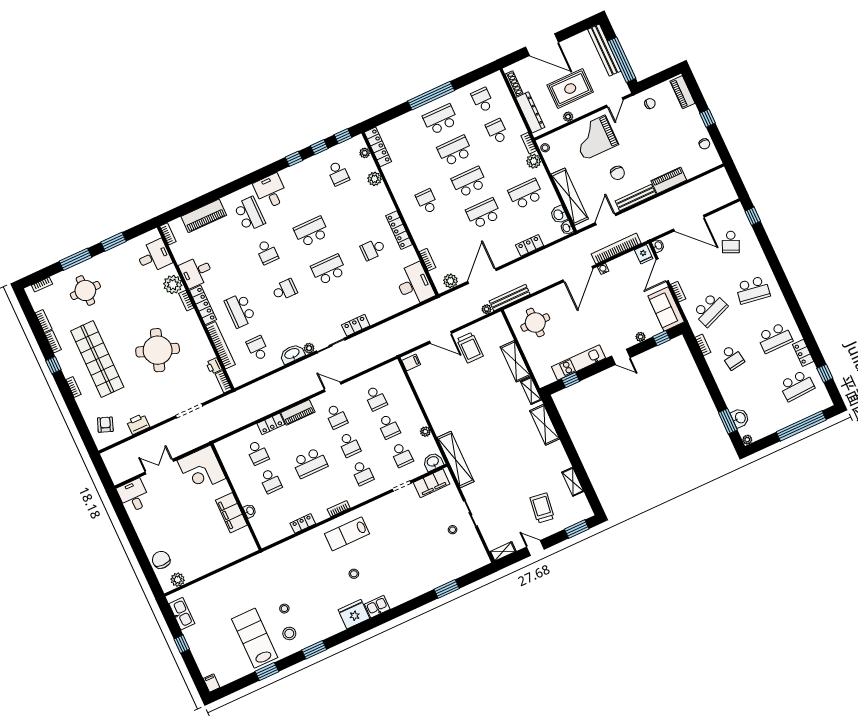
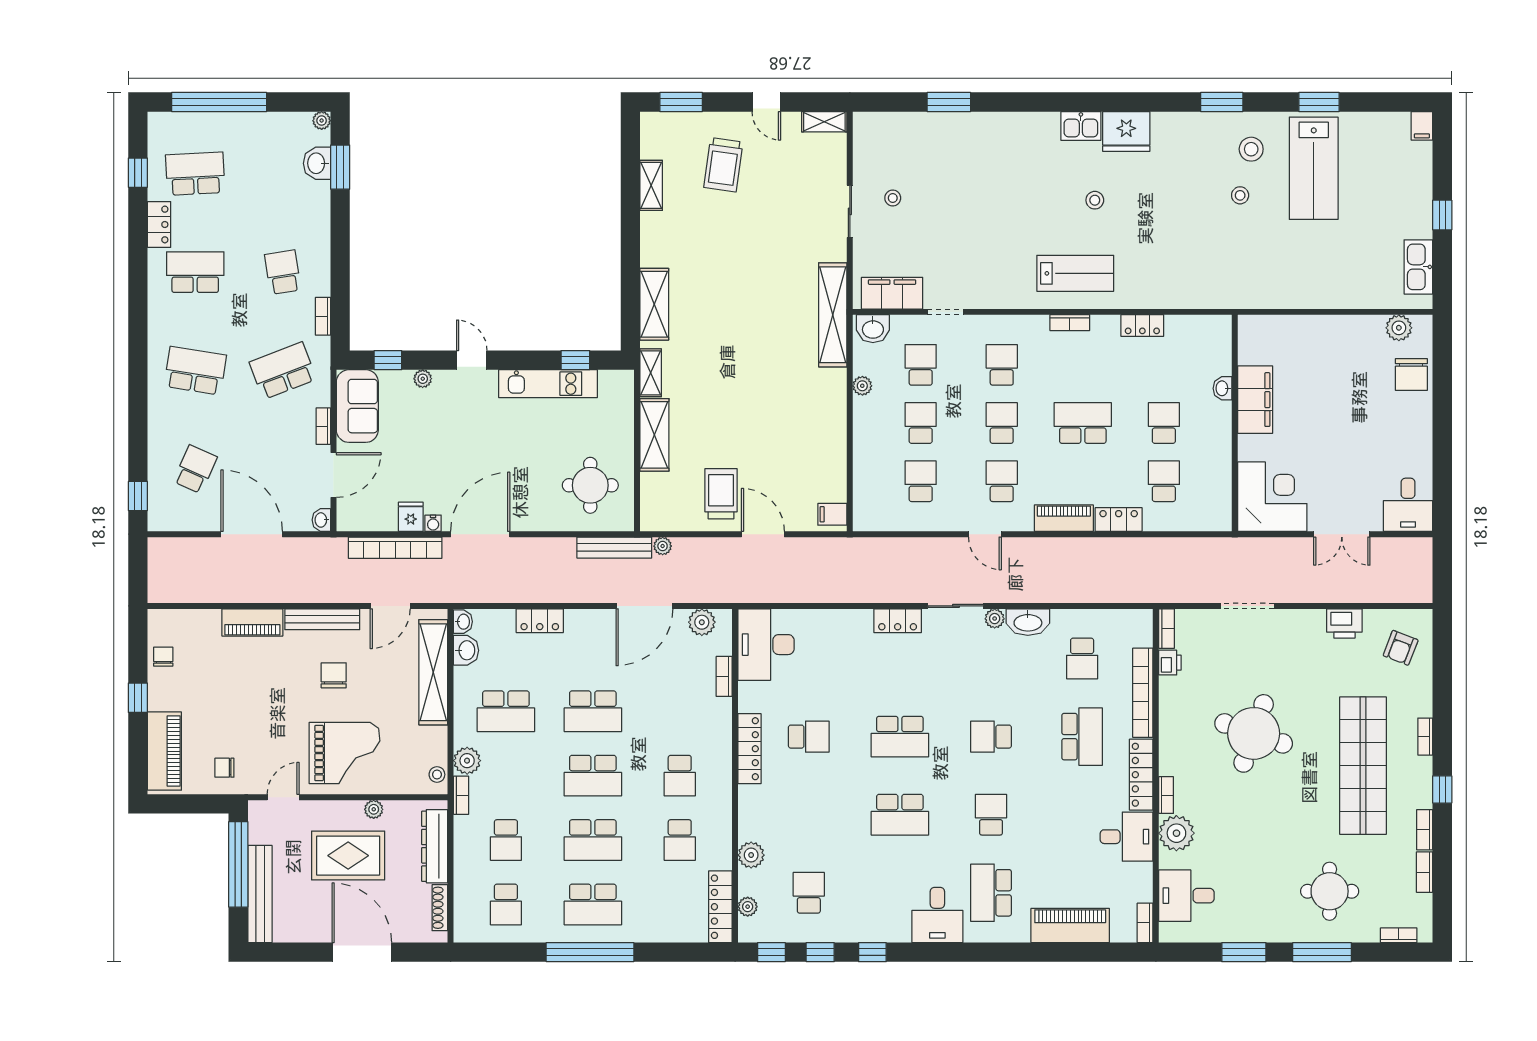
piano: (682, 92) -> (164, 751), width x1.37, depth x1.33
school desk: (413, 170) -> (680, 840), added
fridge: (644, 254) -> (411, 517), moved

